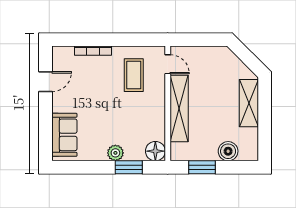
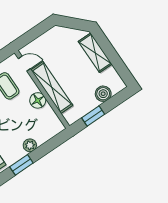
floor lamp: (155, 151) -> (38, 100), moved
window: (129, 167) -> (21, 165), moved

